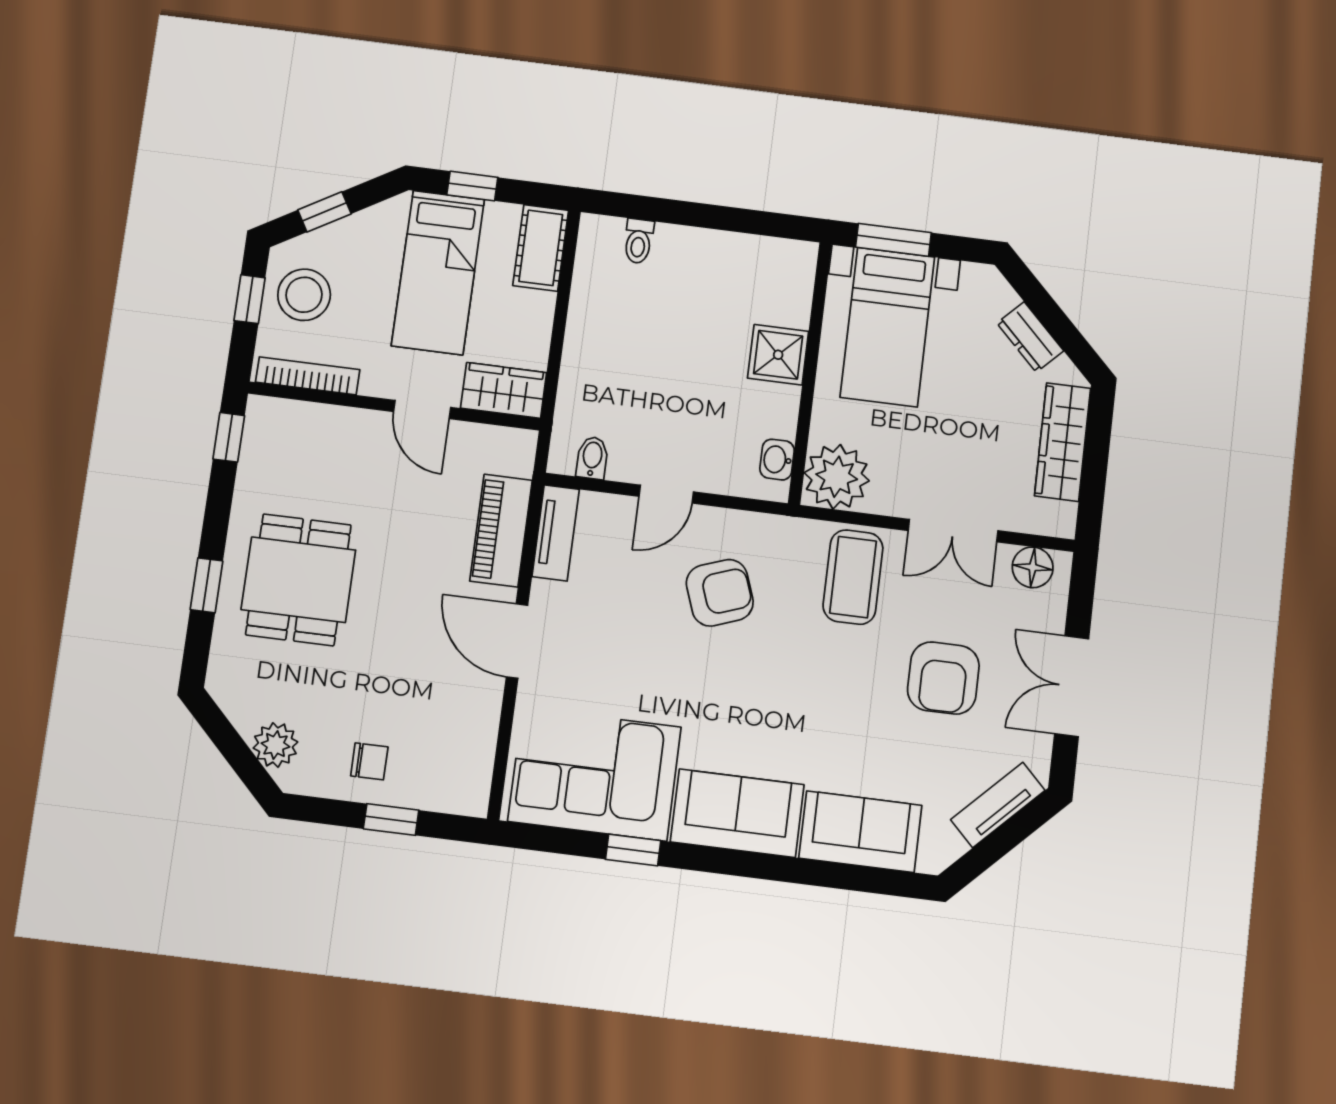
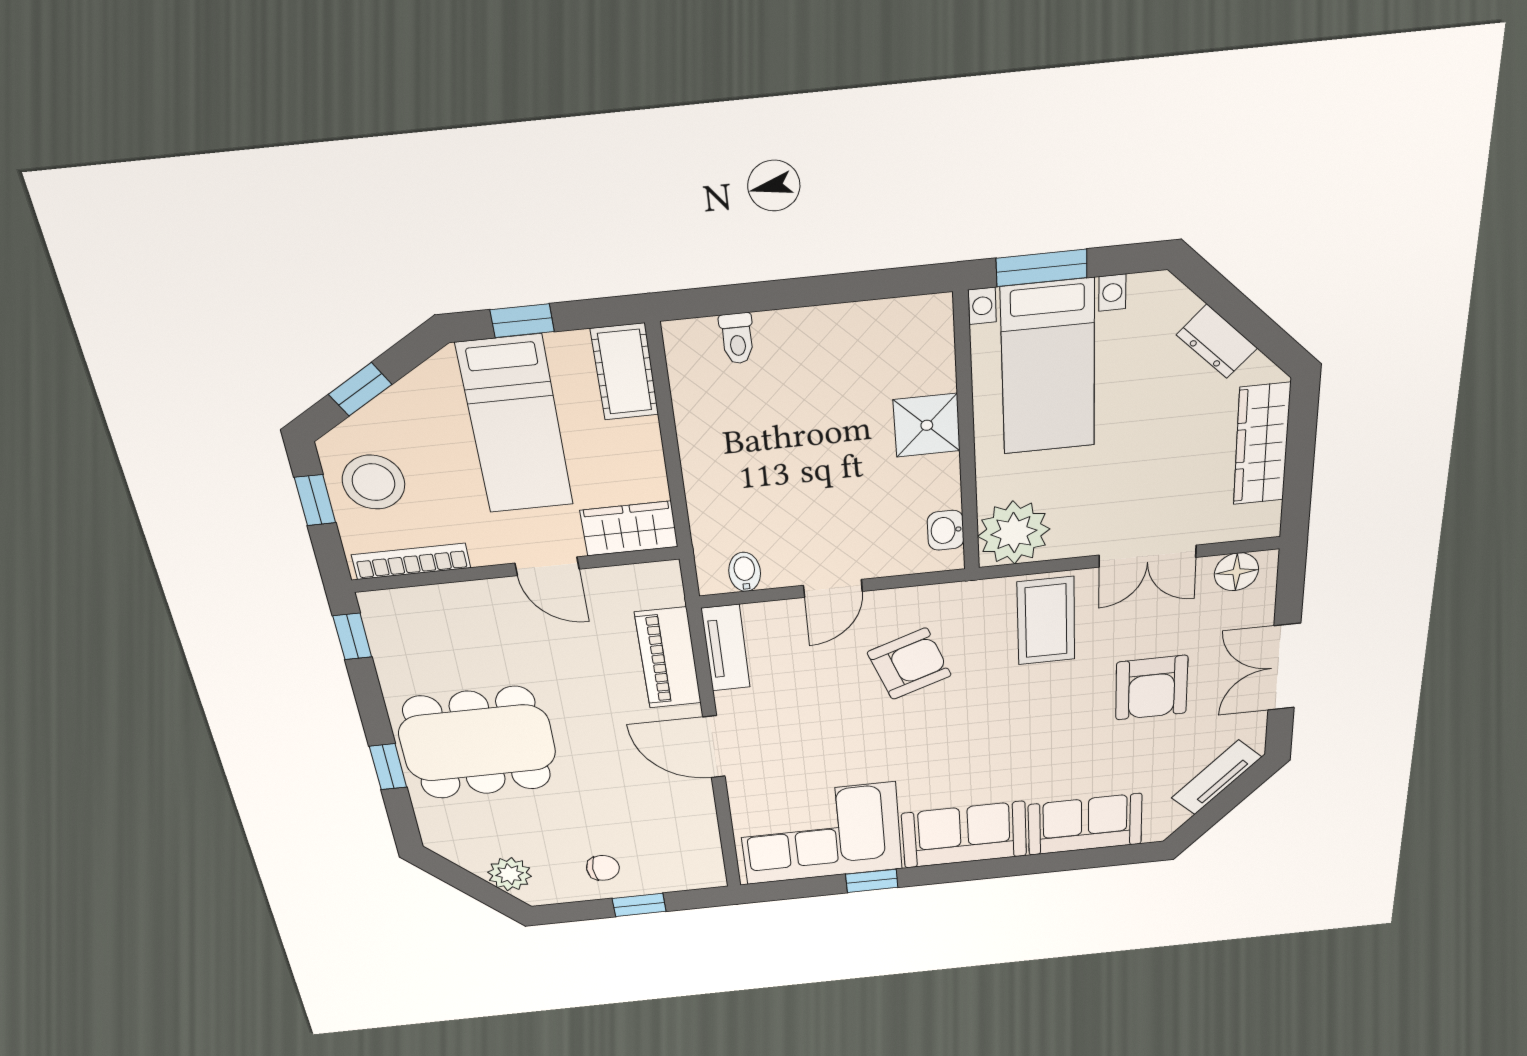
dining table: (298, 580) -> (477, 743), width x1.37

